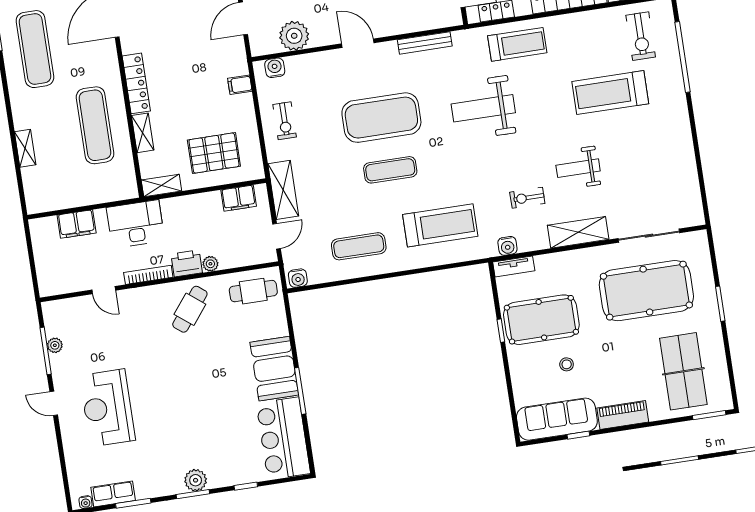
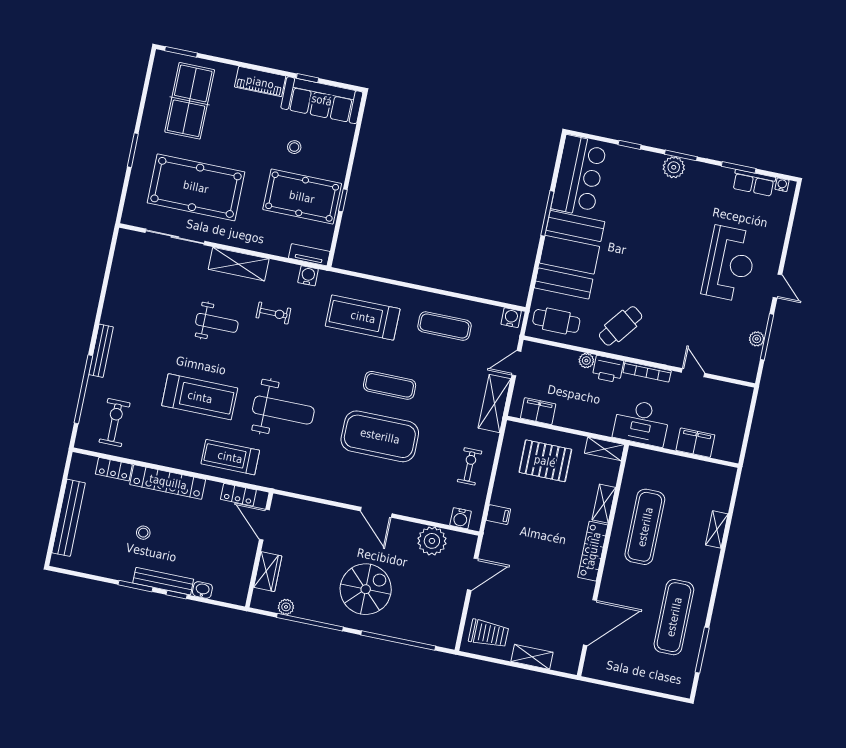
bench: (425, 43) -> (101, 351), moved, turned 90
treadmill: (610, 93) -> (200, 397), moved
booth: (274, 369) -> (570, 255), width x1.36, depth x1.42

